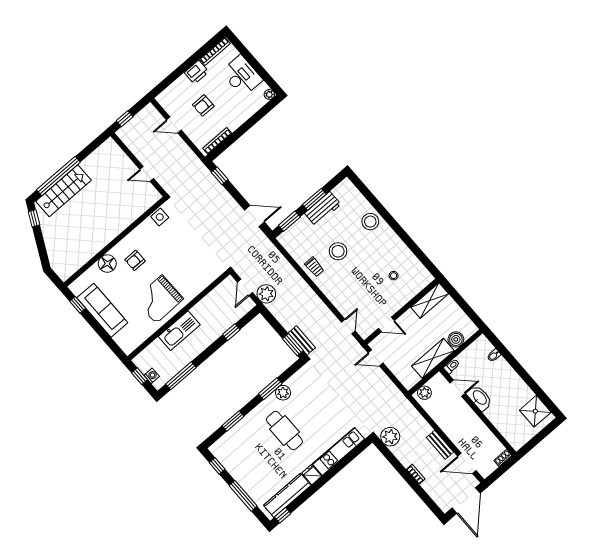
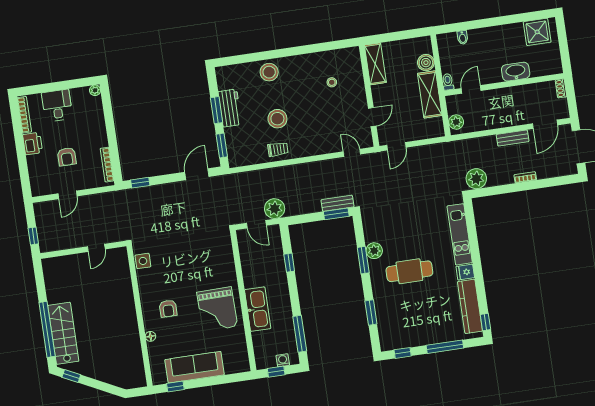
desk: (242, 76) -> (57, 105), width x0.73
floor lamp: (107, 264) -> (151, 336), width x0.53, depth x0.53
washbasin: (479, 398) -> (516, 72), moved

